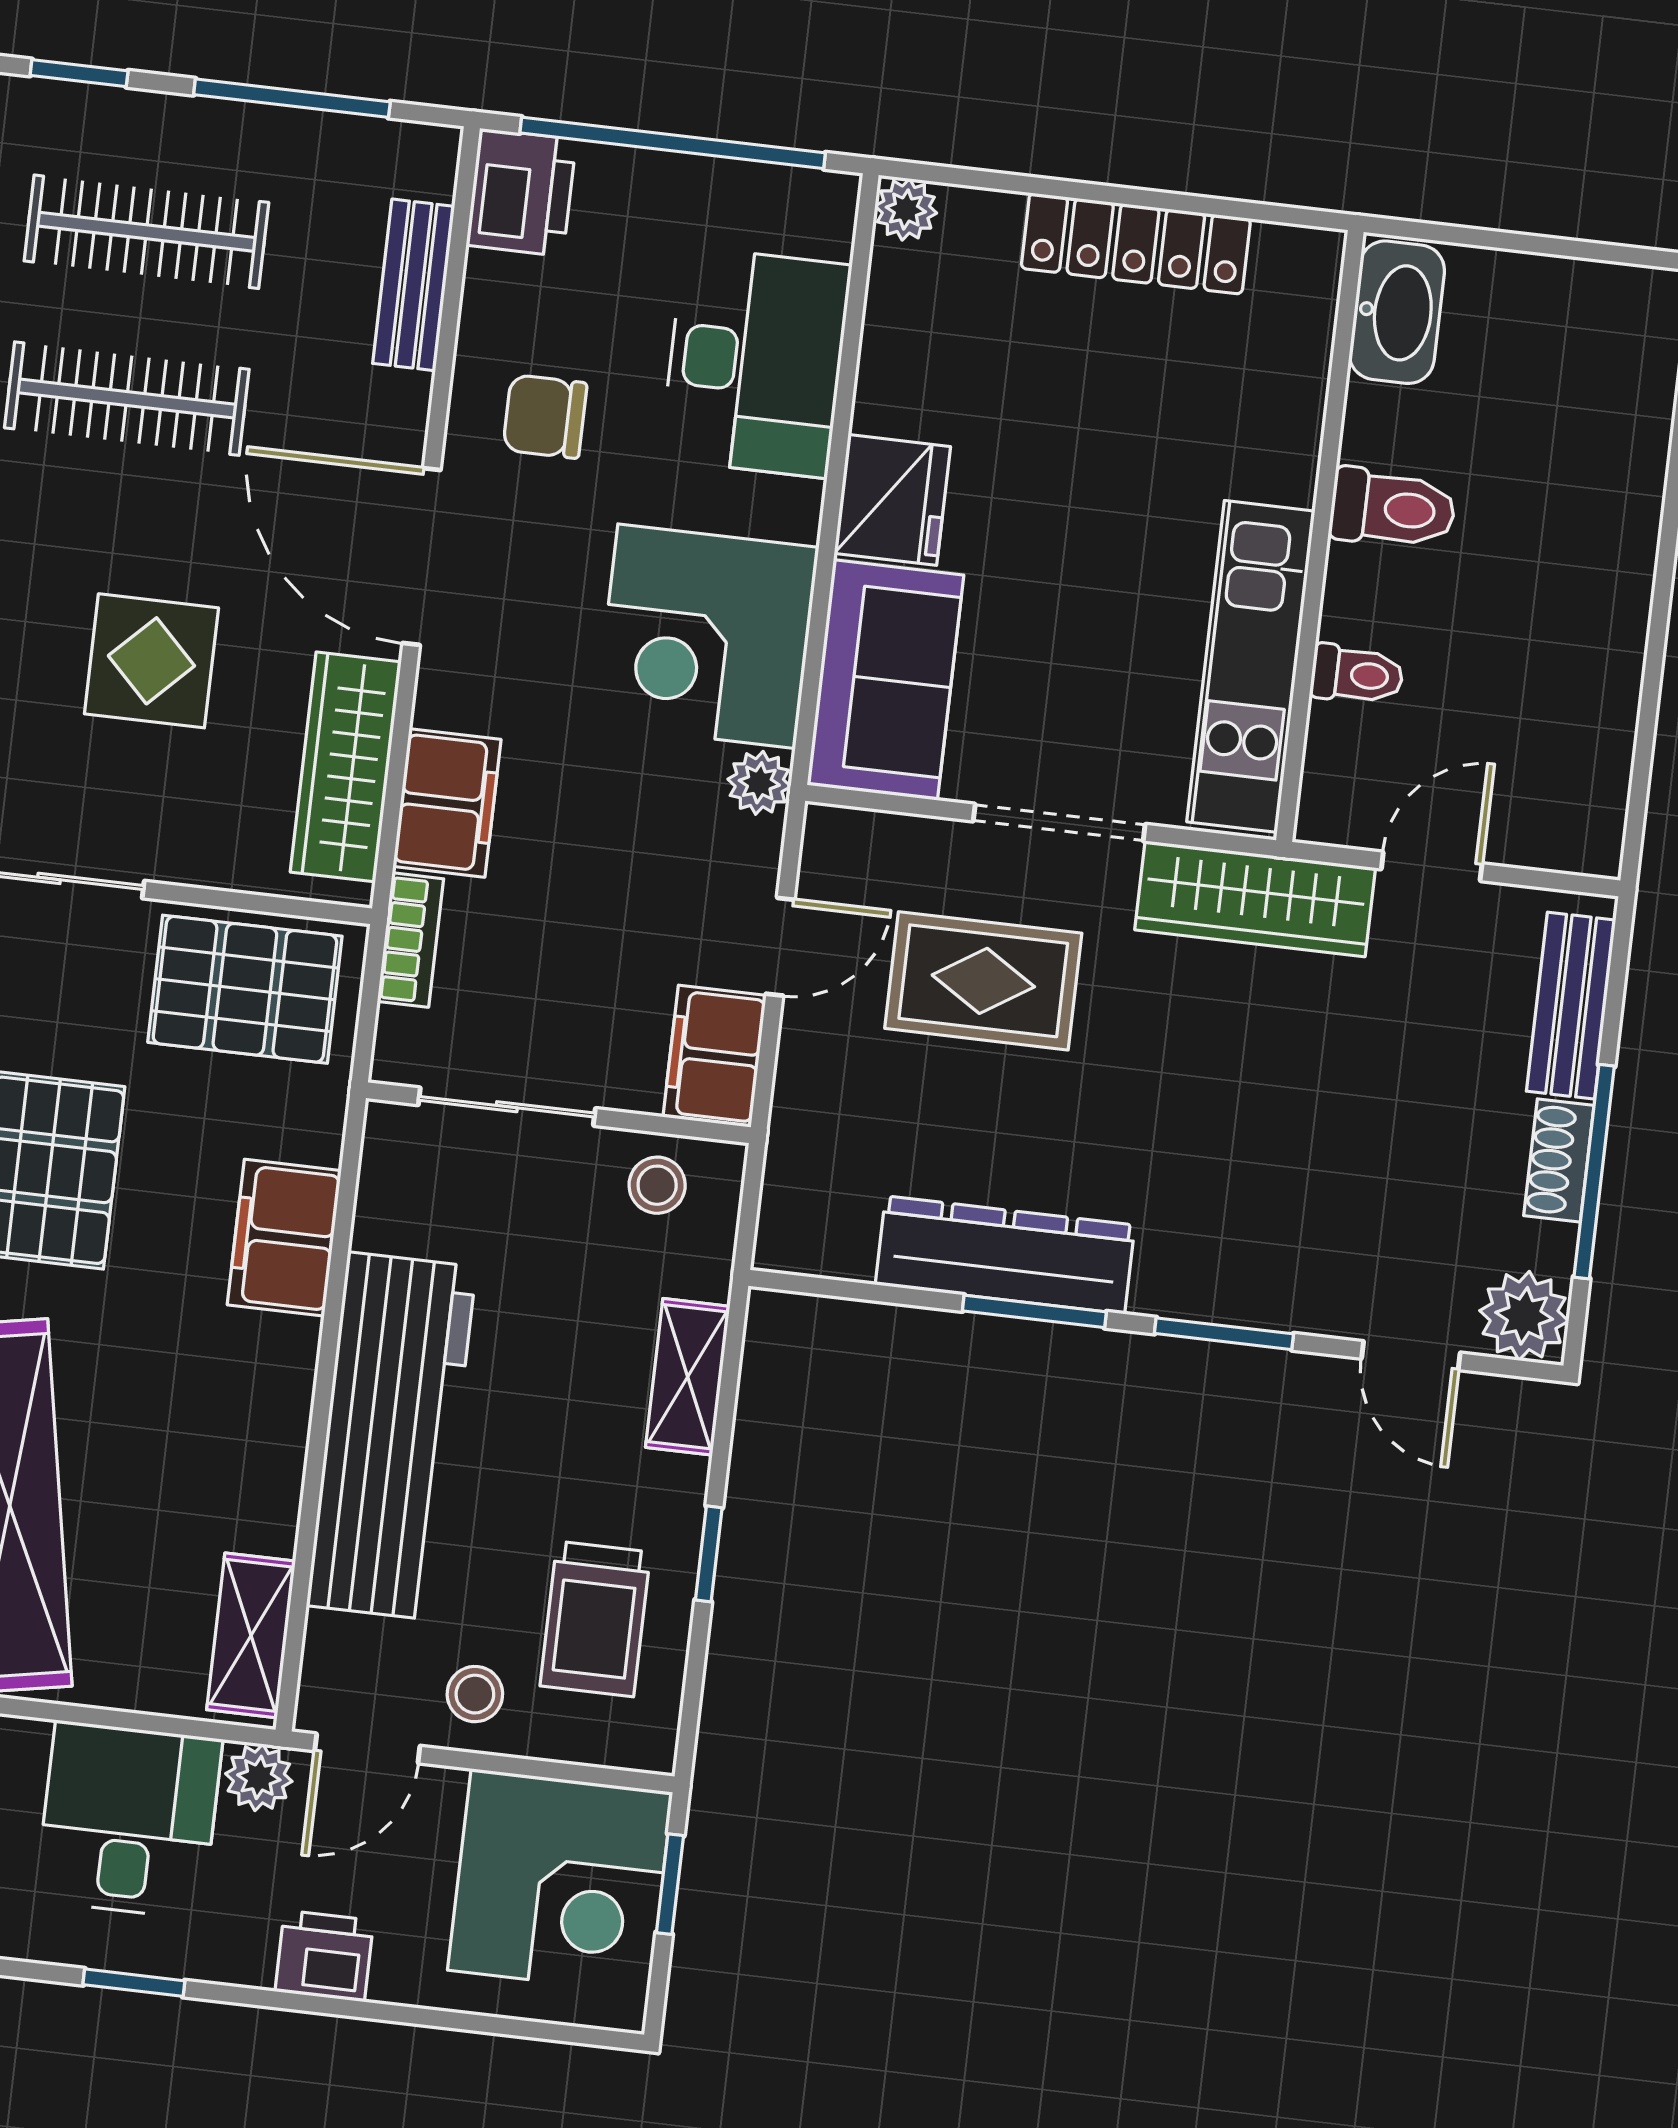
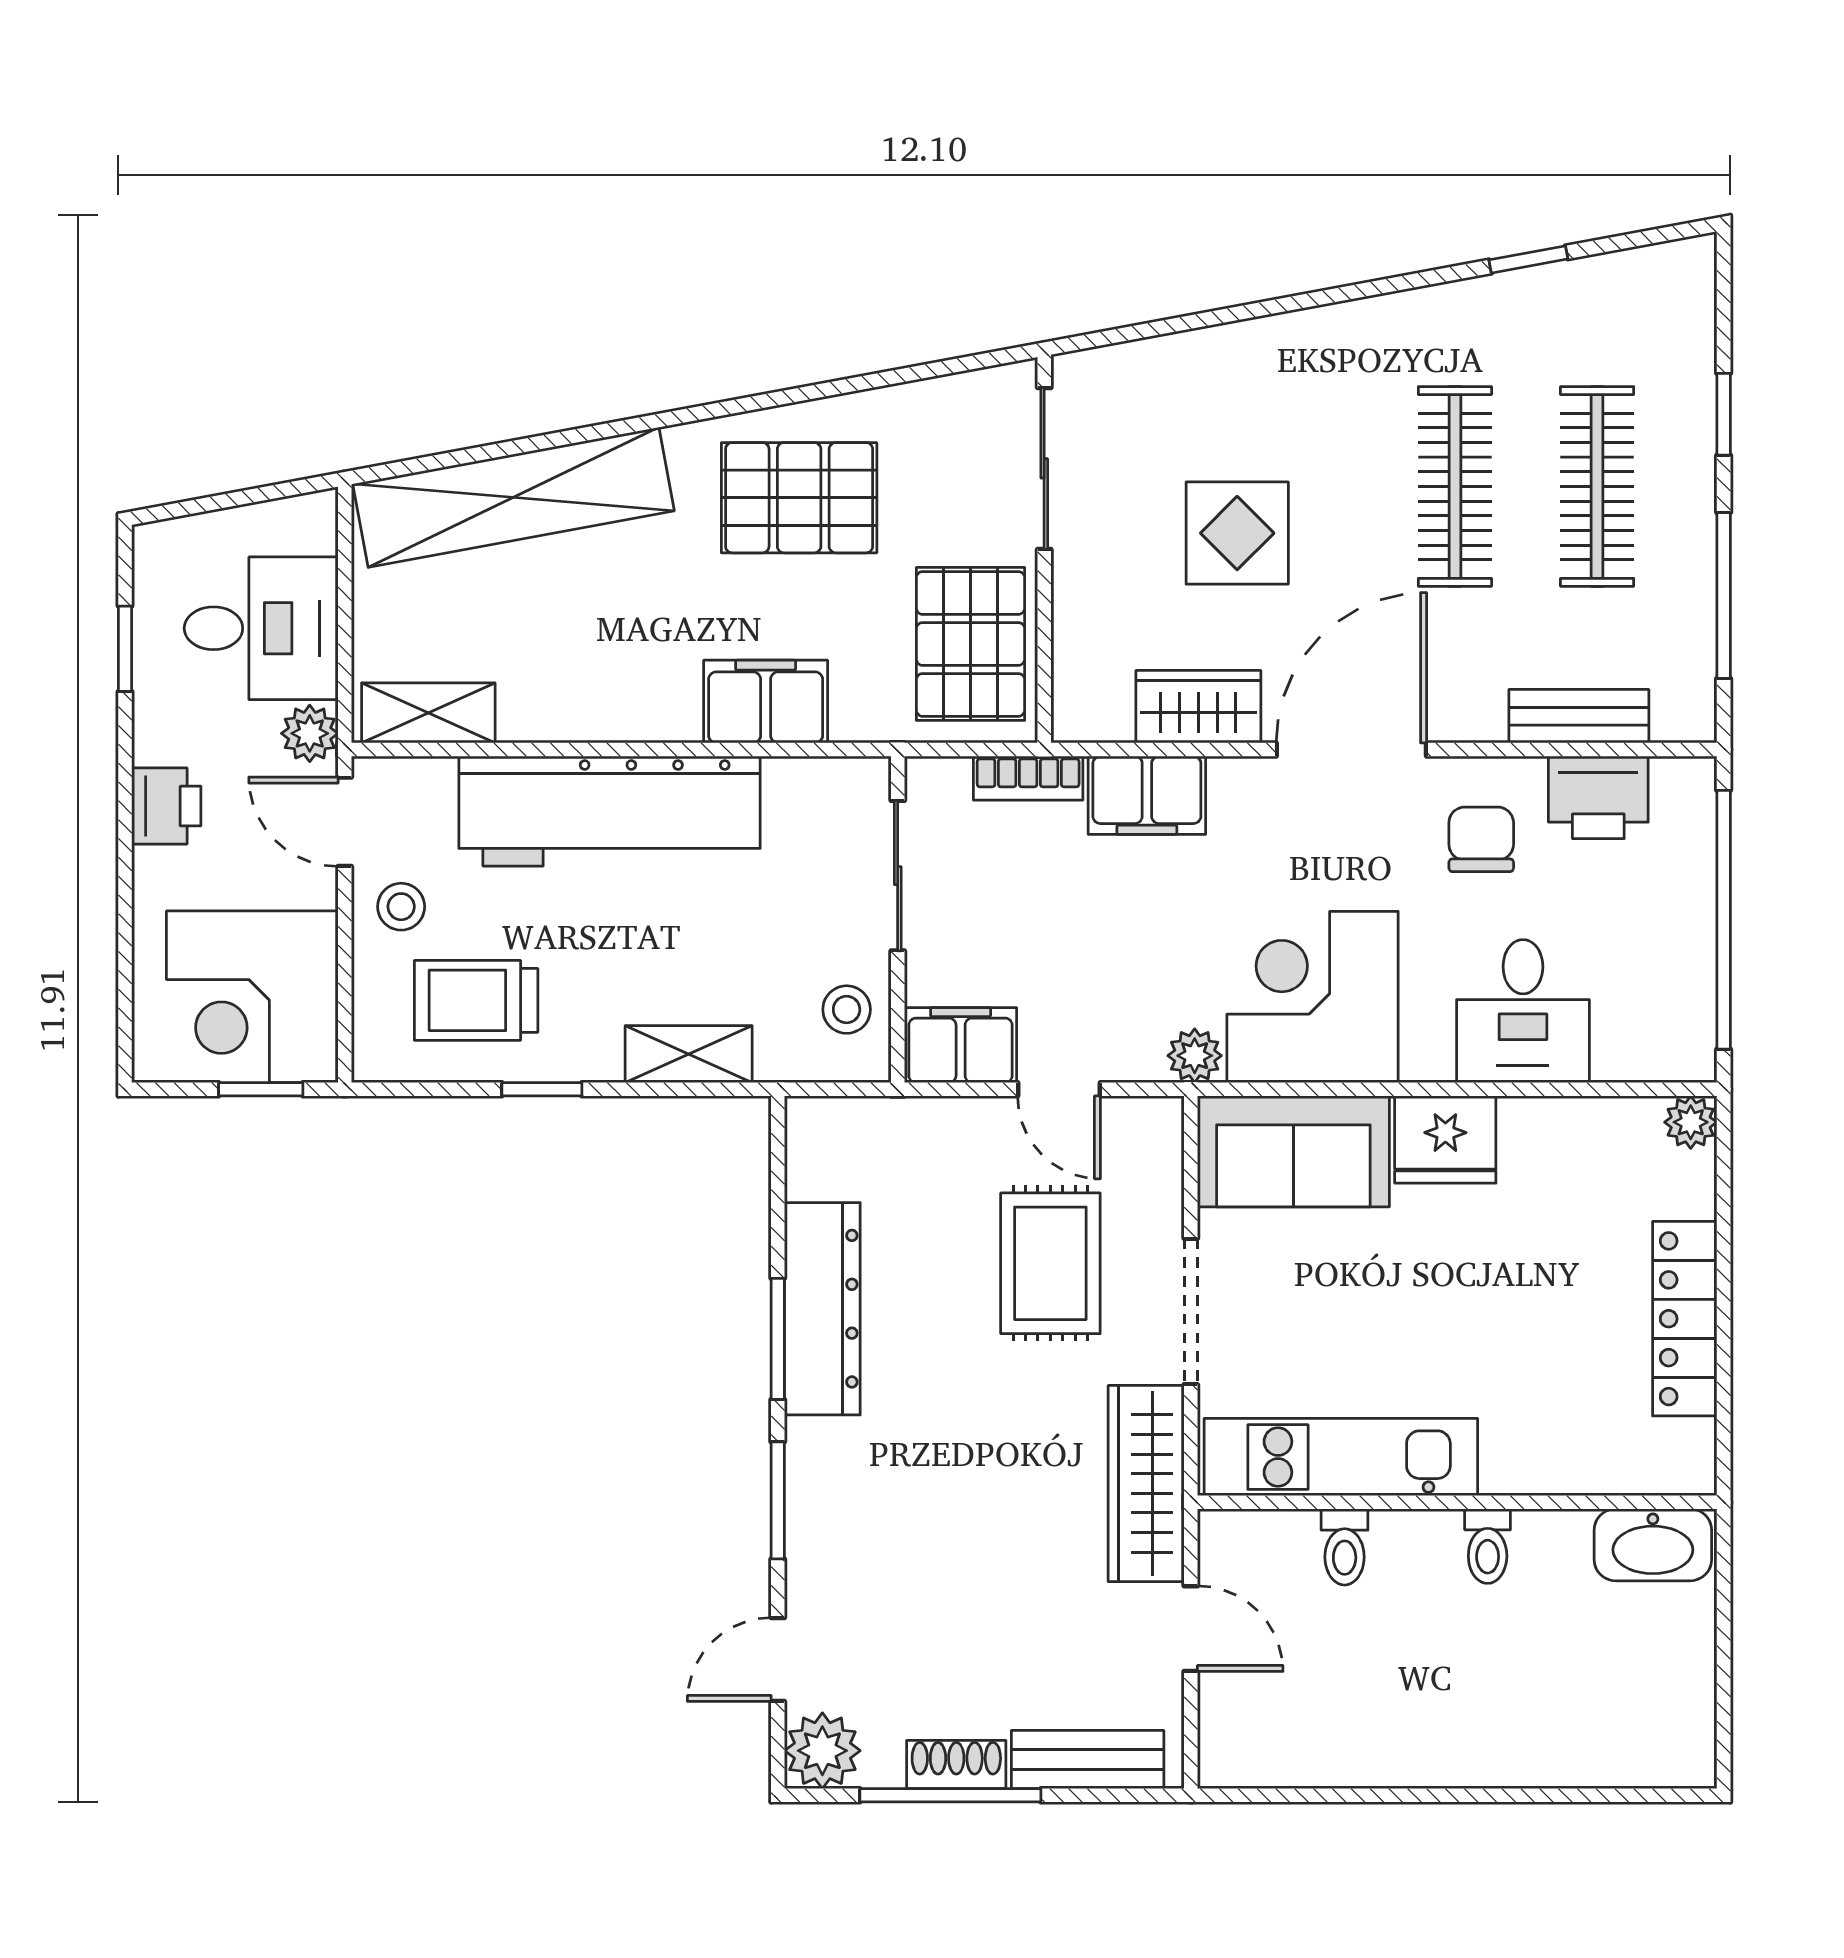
printer: (521, 192) -> (1598, 797), moved
desk: (756, 362) -> (1523, 1011), width x0.73
toilet: (1393, 509) -> (1488, 1546), width x0.73, depth x0.72
wardrobe: (346, 767) -> (1198, 707), width x0.67

